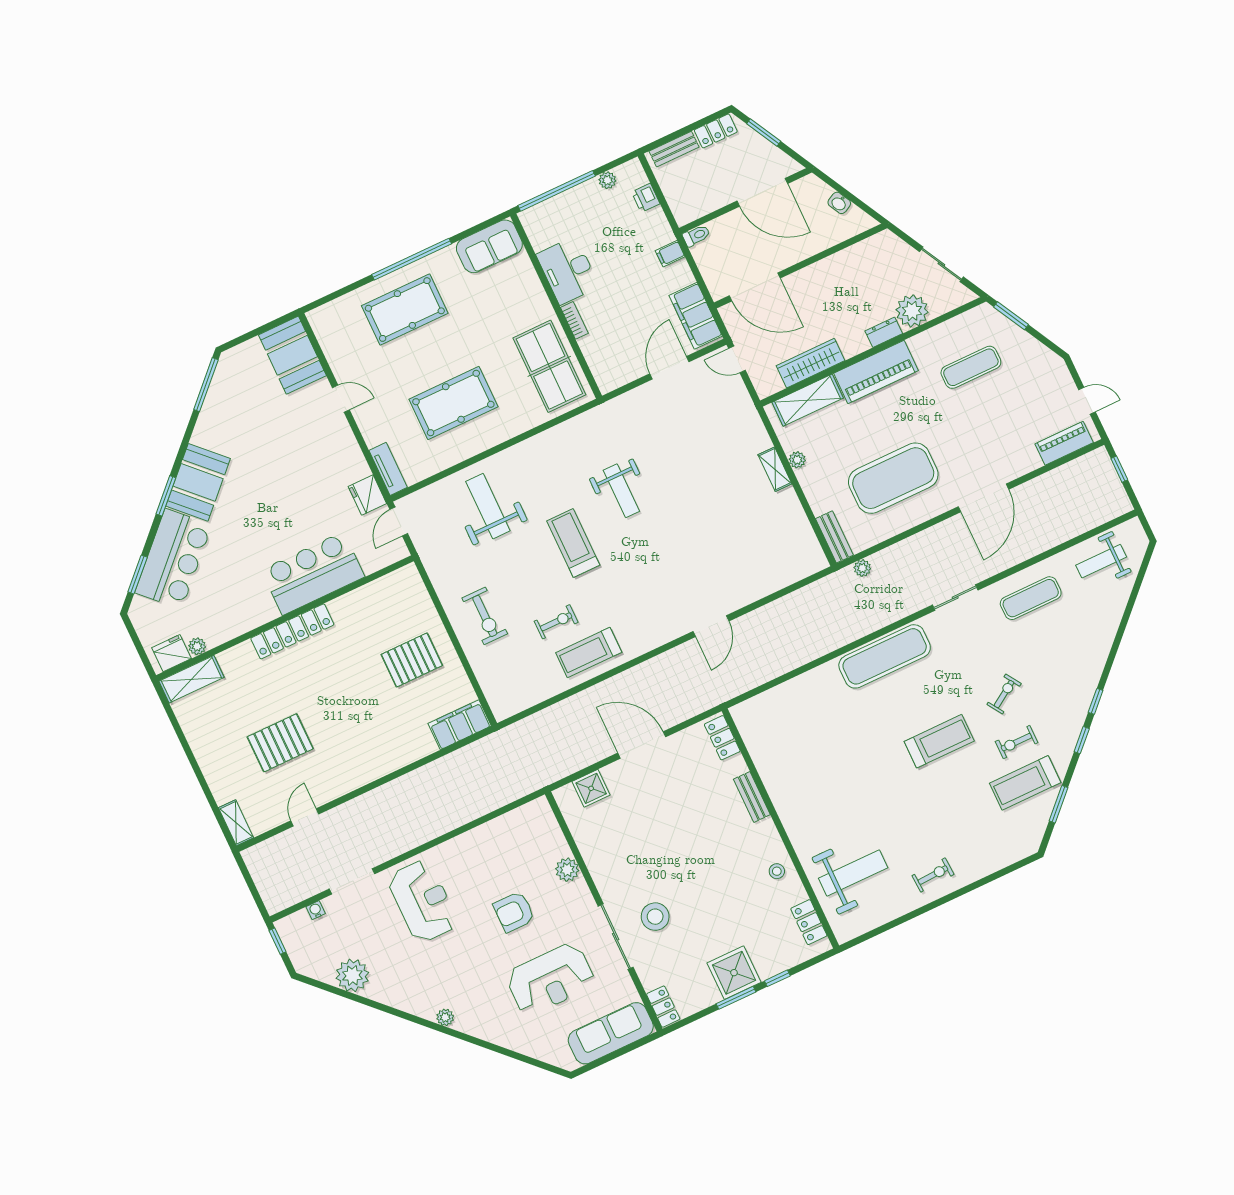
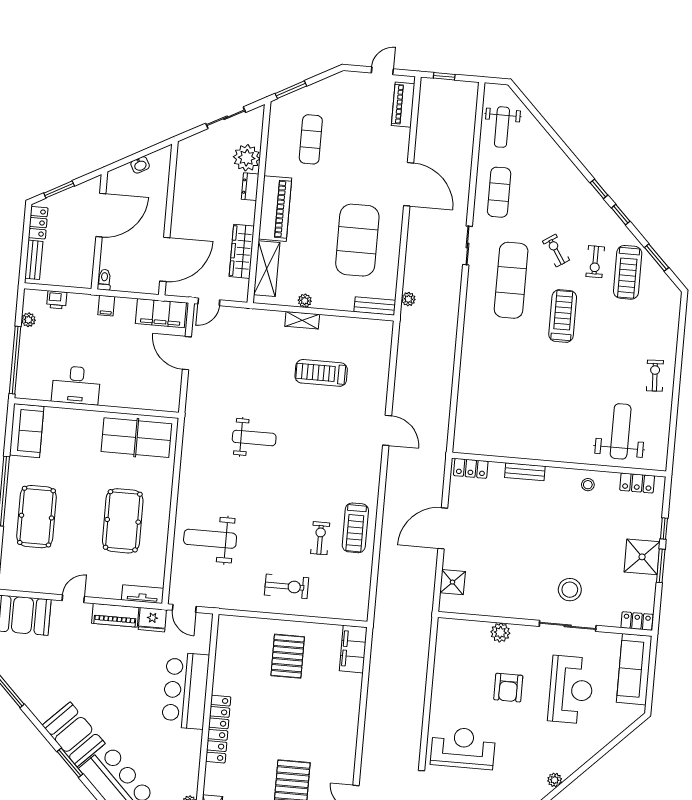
bookcase: (574, 320) -> (114, 401), removed
piano: (349, 453) -> (115, 615), added
treadmill: (573, 543) -> (321, 373), moved
exercise mat: (885, 656) -> (511, 280), moved

